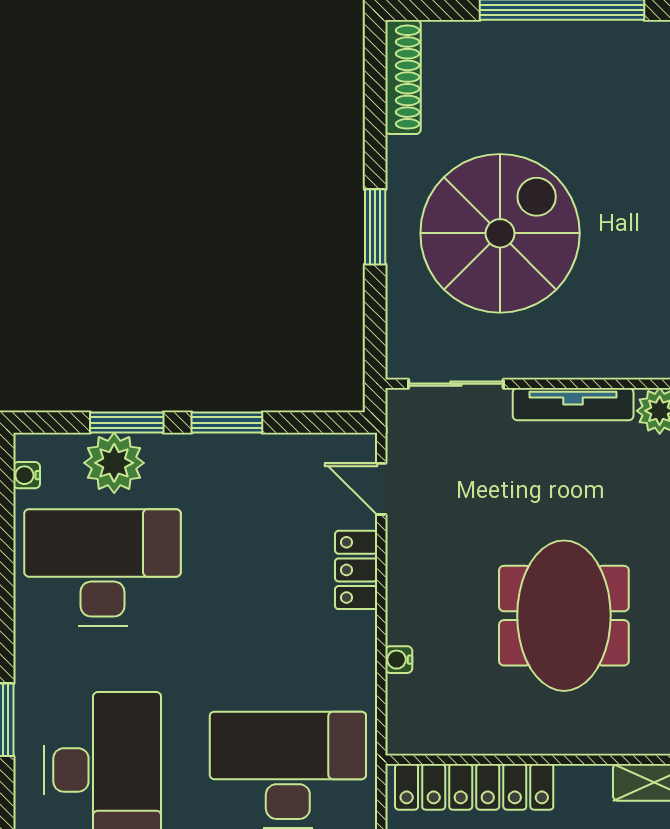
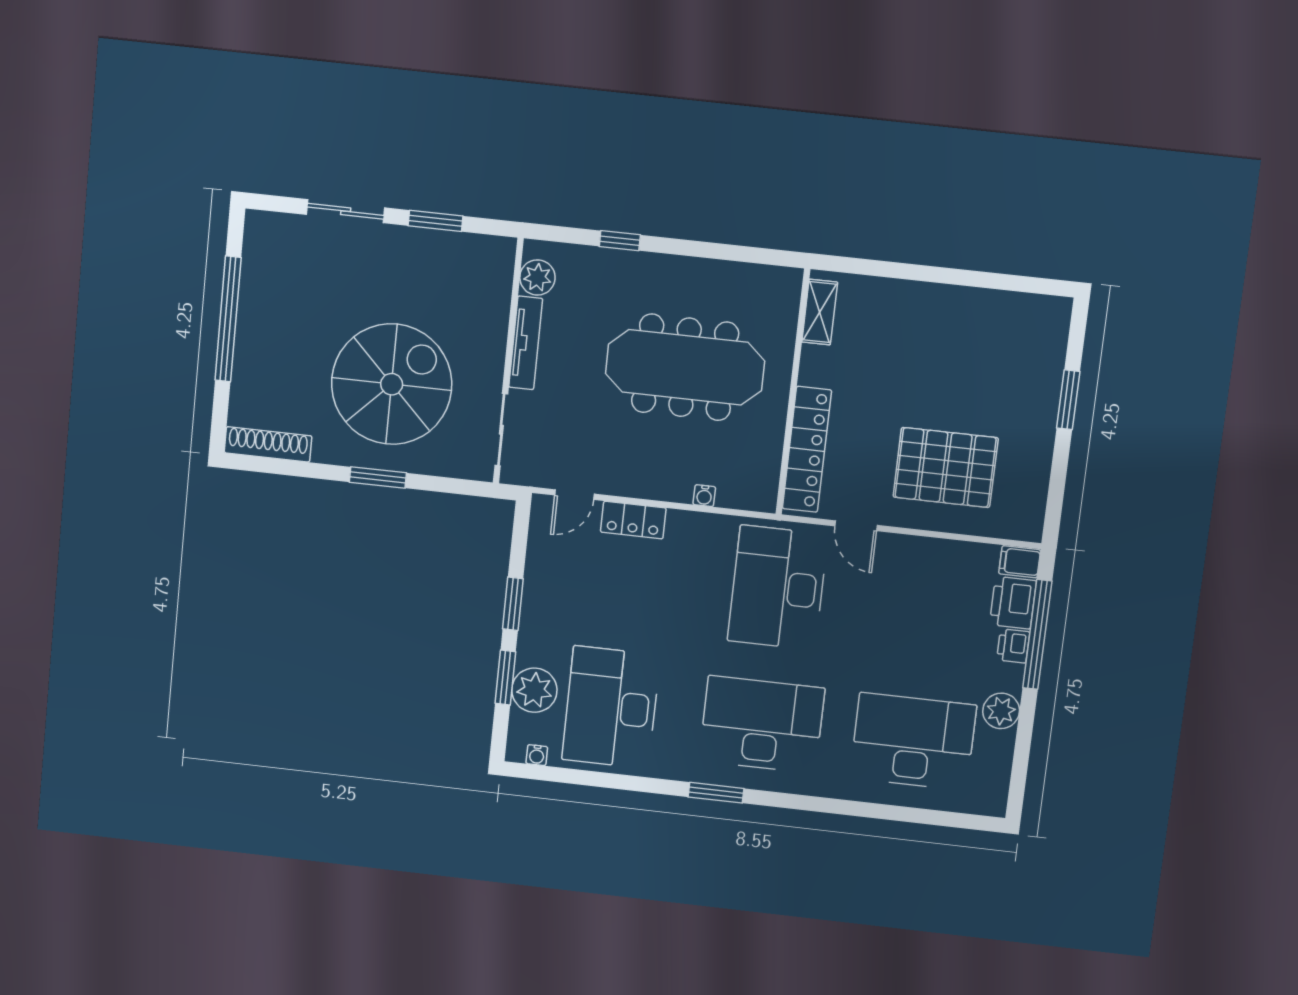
spiral stairs: (500, 233) -> (392, 384), turned 90
meeting table: (564, 616) -> (685, 367), width x1.36

